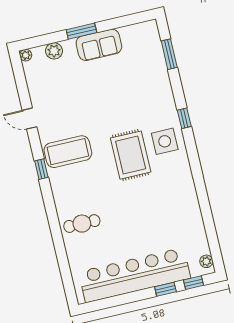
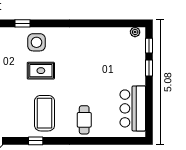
coffee table: (68, 152) -> (45, 113), moved
rug: (131, 155) -> (41, 71), width x0.73, depth x0.70
bar counter: (135, 275) -> (133, 108), width x0.54

